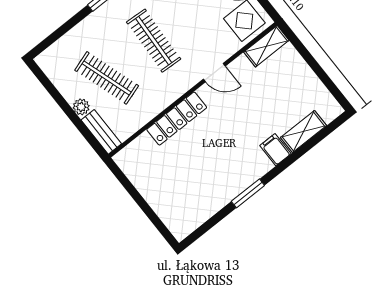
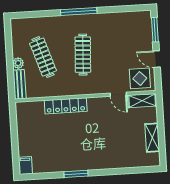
door: (214, 73) -> (118, 94), moved
shelving: (303, 132) -> (152, 138), moved, turned 90
filing cabinet: (275, 150) -> (25, 165), moved

